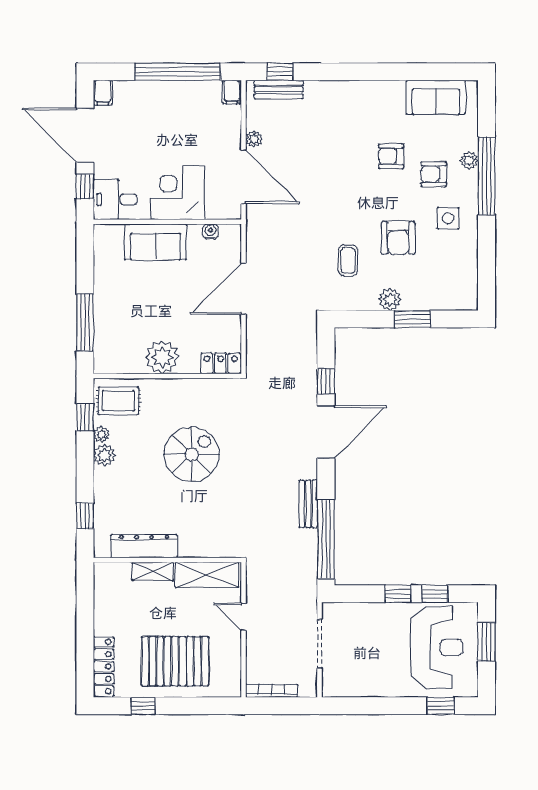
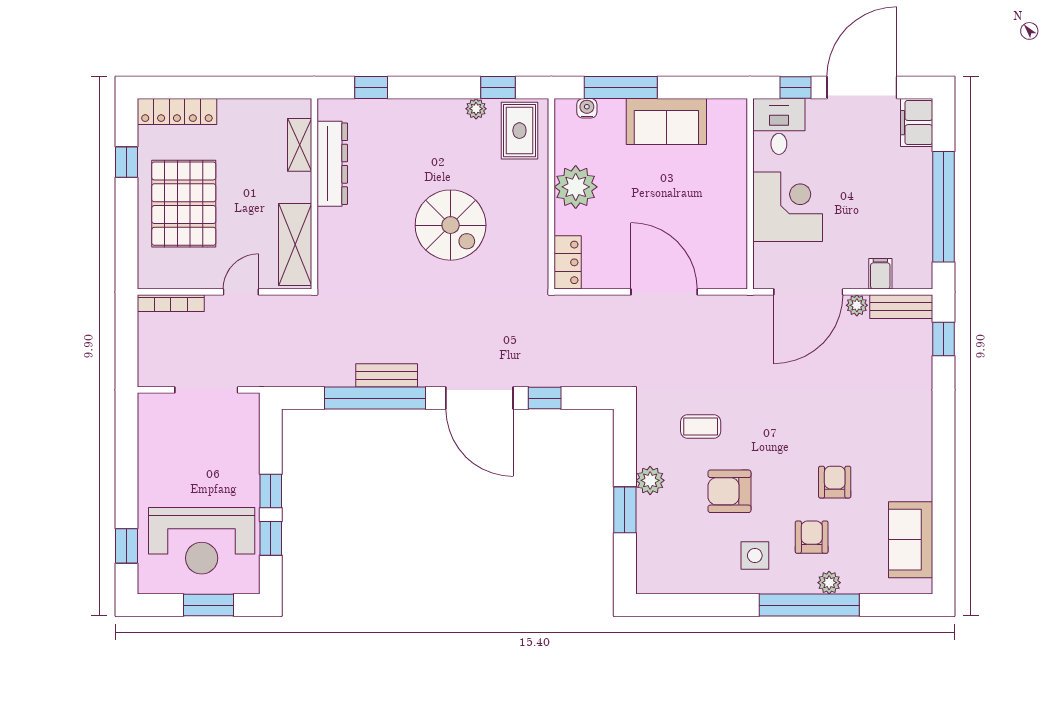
bench: (279, 90) -> (901, 307), moved, turned 90
filing cabinet: (232, 92) -> (880, 274), moved, turned 90
filing cabinet: (103, 93) -> (917, 123), width x2.00
water cooler: (210, 232) -> (587, 108), moved, turned -90
sofa: (155, 242) -> (666, 122), moved, turned -90
plant: (104, 455) -> (449, 113), removed
window: (326, 539) -> (375, 398), moved
shelving: (153, 571) -> (300, 145), moved
bookcase: (272, 691) -> (171, 303), moved, turned 90

